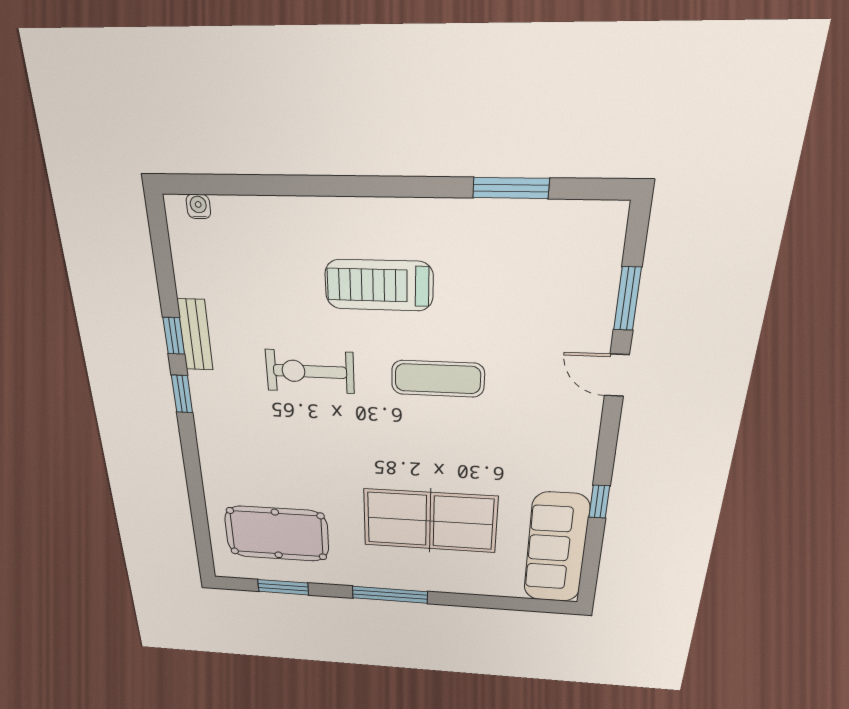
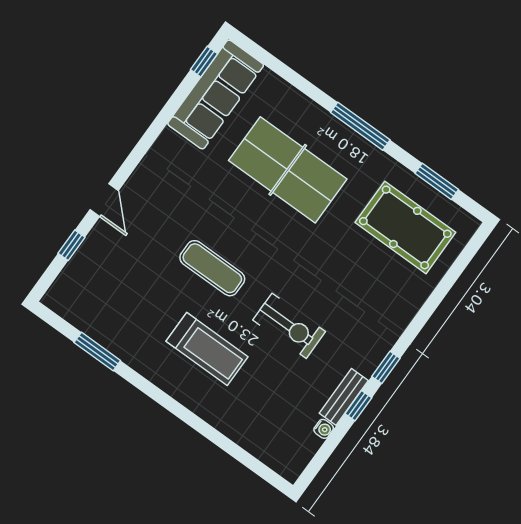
water cooler: (198, 206) -> (324, 429), moved, turned -90
window: (627, 299) -> (72, 245), width x0.67
window: (599, 502) -> (204, 62), moved

